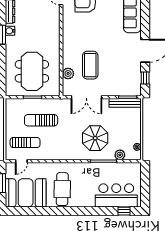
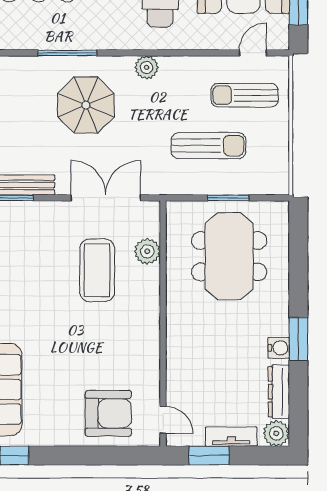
plant: (120, 155) -> (147, 67), moved

